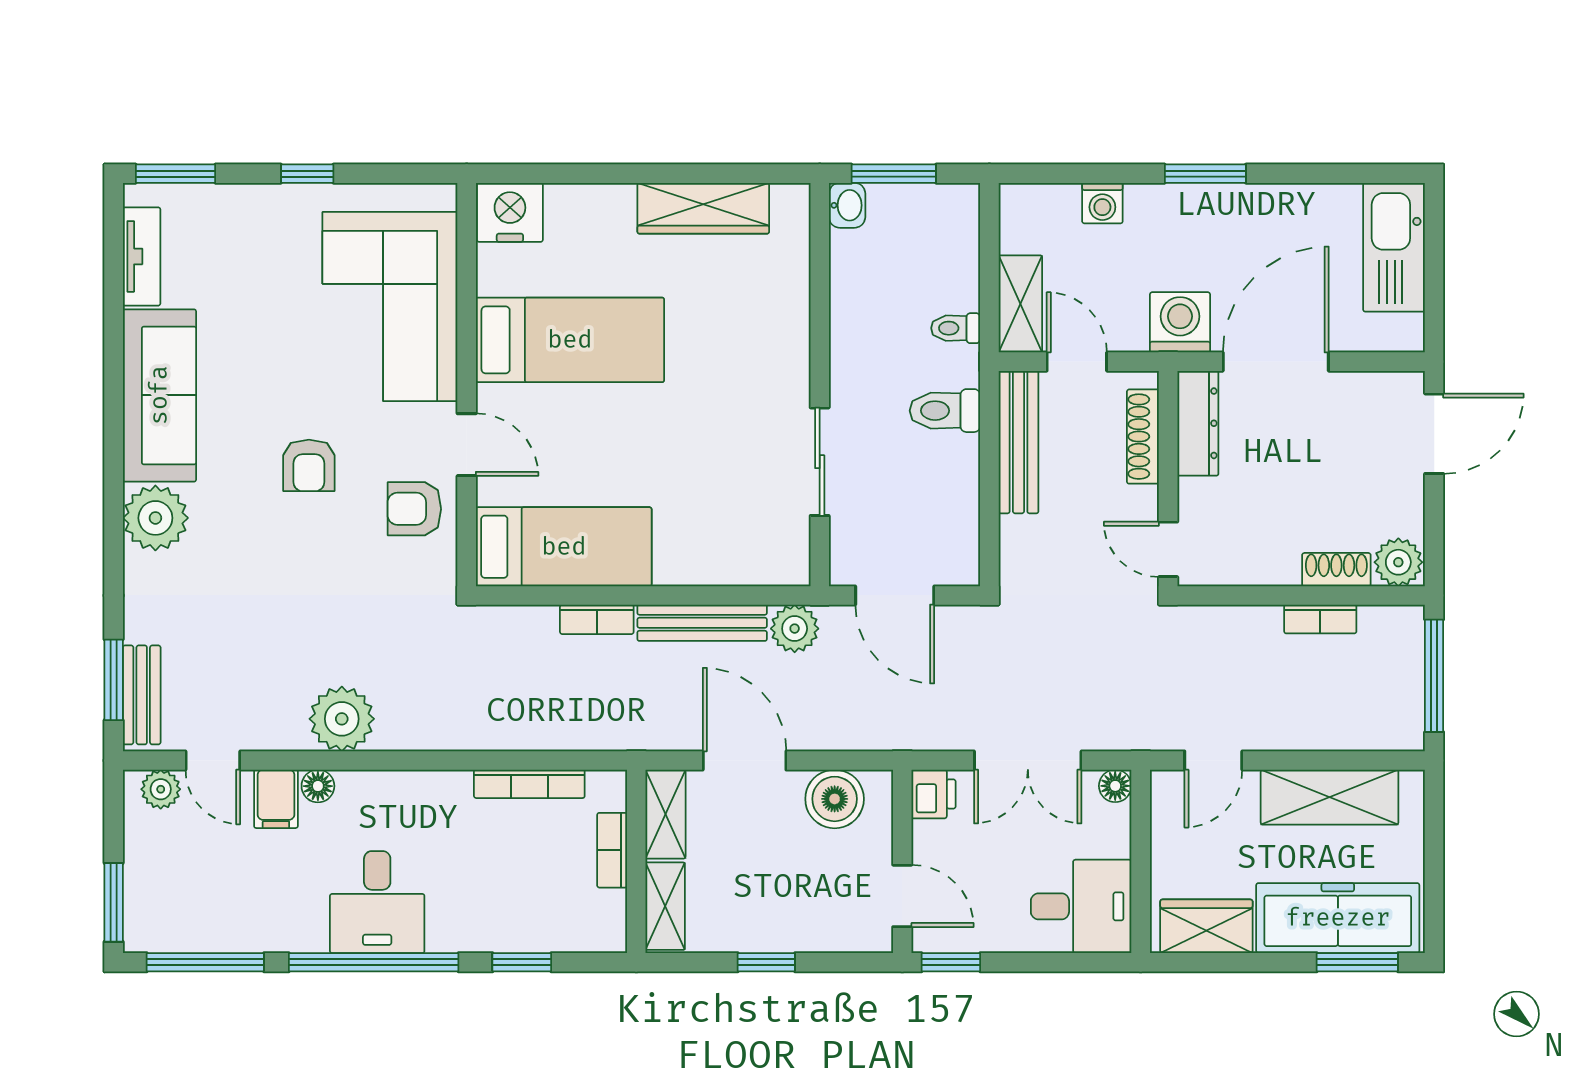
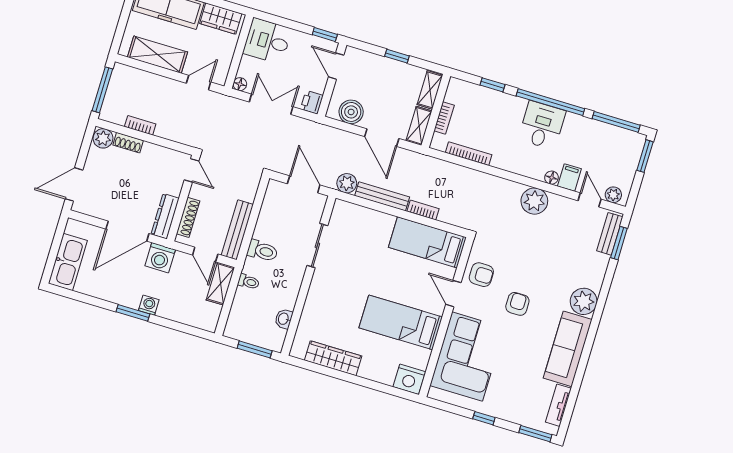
washing machine: (1102, 203) -> (149, 305), moved
washbasin: (847, 205) -> (284, 319), moved

